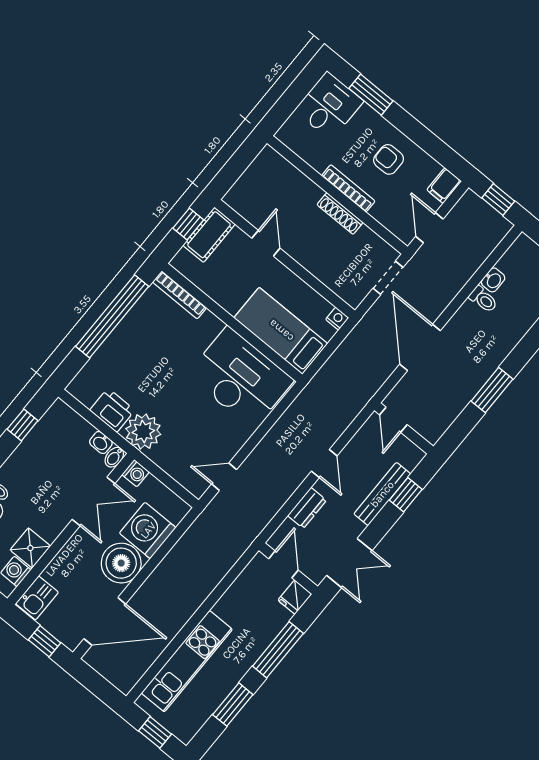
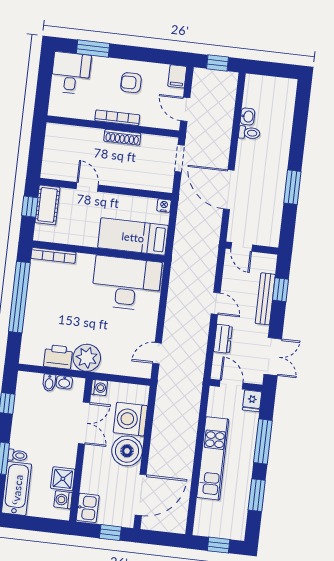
bidet: (114, 457) -> (49, 383), moved
kitchen unit: (187, 661) -> (213, 458), moved

